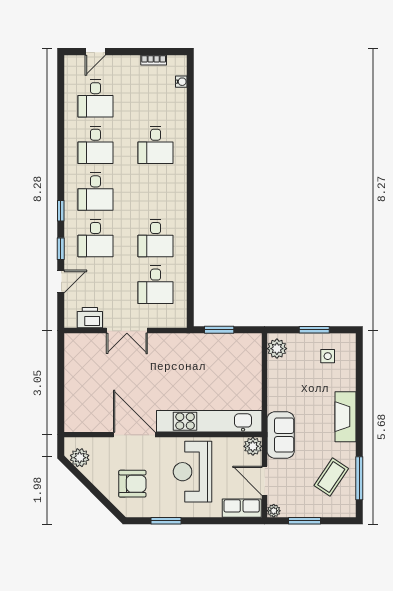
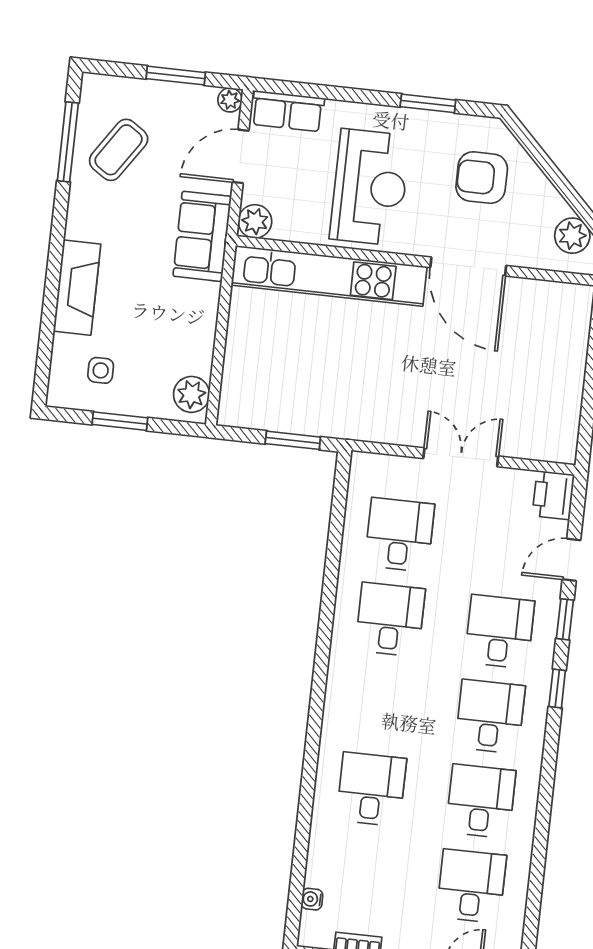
printer: (90, 318) -> (553, 495), moved, turned 90
fireplace: (345, 417) -> (77, 288), moved
door: (265, 481) -> (241, 156), swing flipped

